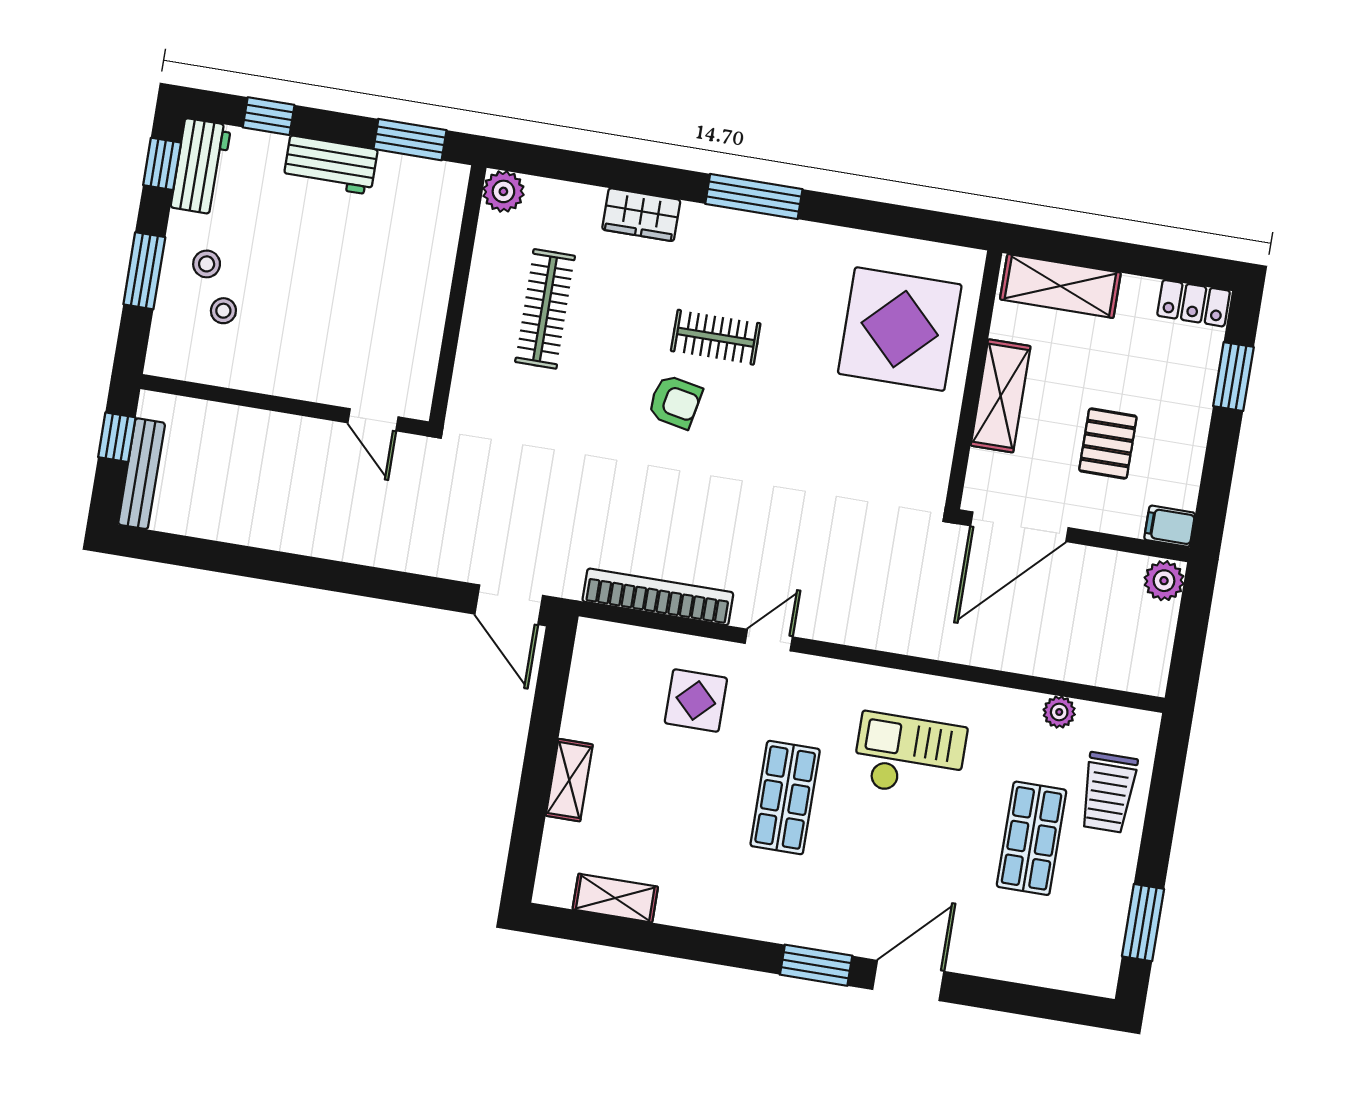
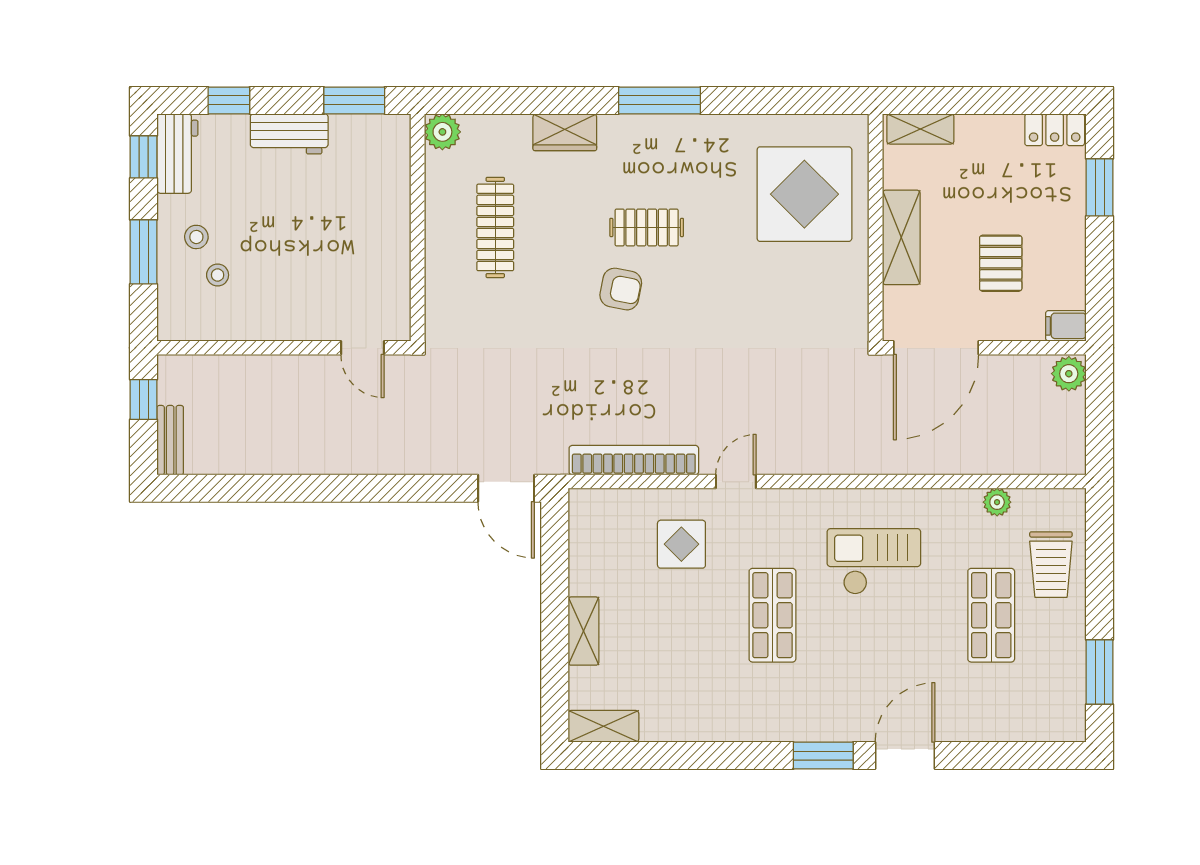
shelving: (1060, 286) -> (920, 129), width x0.67, depth x0.75
bench: (142, 474) -> (170, 440), width x0.73
shelving: (615, 898) -> (603, 726), moved

